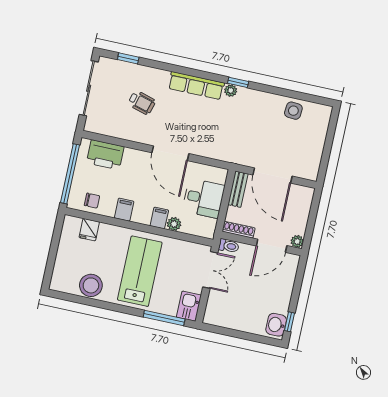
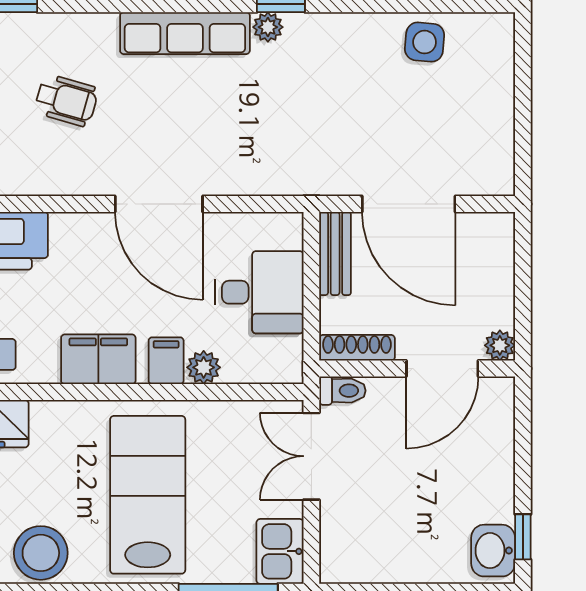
filing cabinet: (124, 210) -> (98, 359), width x2.00
double door: (210, 270) -> (311, 456), swing flipped

